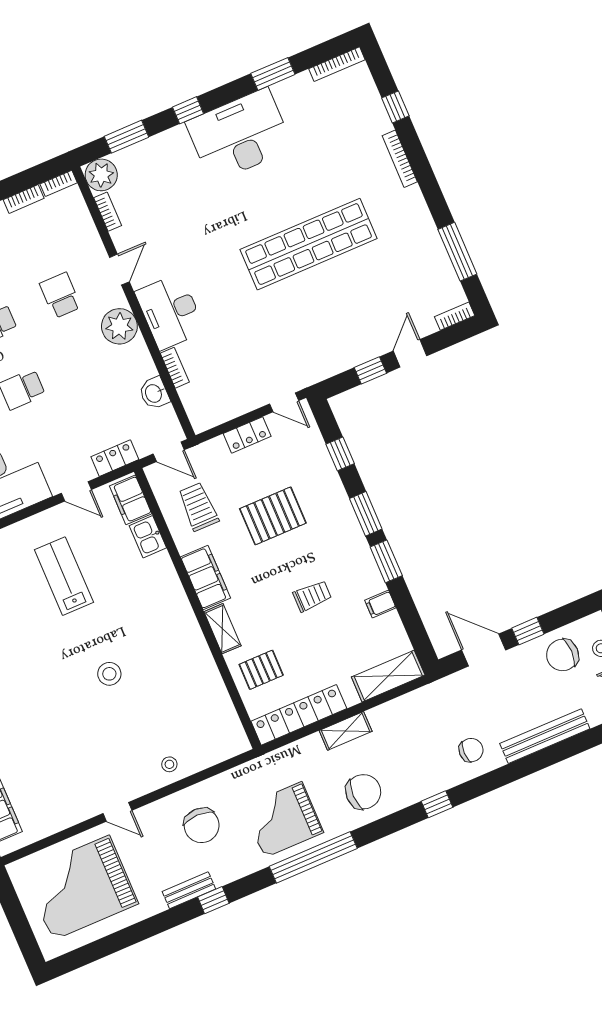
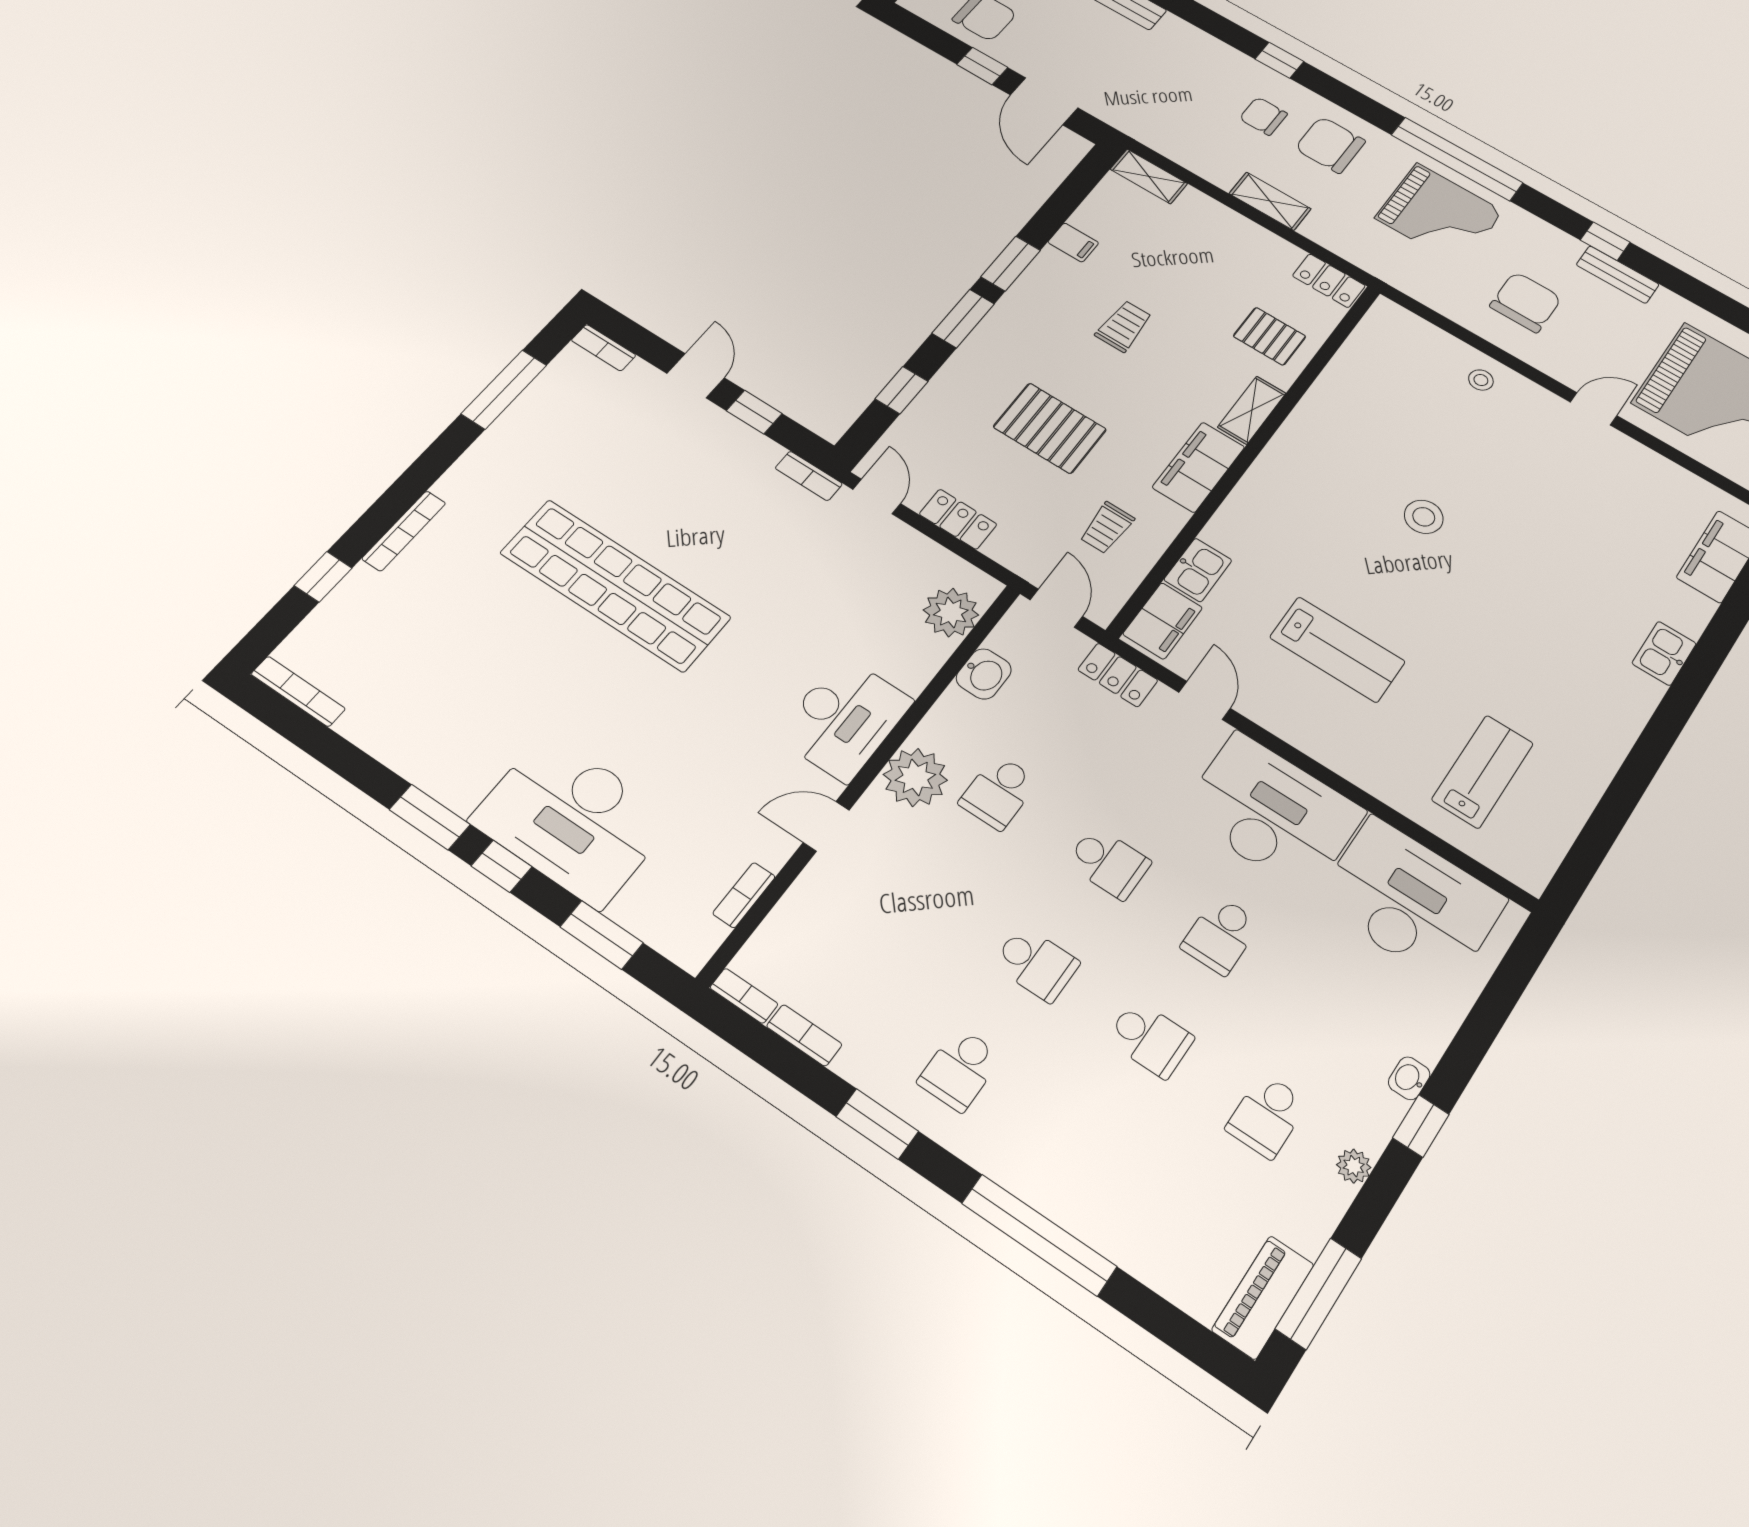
window: (273, 74) -> (430, 817), moved
desk: (240, 135) -> (573, 819), moved
plant: (101, 175) -> (951, 612), moved
school desk: (60, 295) -> (999, 792), moved
door: (410, 353) -> (696, 376), swing flipped
bookcase: (175, 368) -> (809, 476), moved, turned -90
trolley: (198, 507) -> (1107, 528), width x0.73, depth x0.72
lab bench: (64, 576) -> (1337, 649), turned -90
trolley: (312, 596) -> (1124, 326), turned 90
shelving: (388, 676) -> (1149, 176), width x0.67, depth x0.75
locker: (299, 715) -> (1329, 281), width x0.46, depth x0.83
chair: (471, 750) -> (1263, 116), moved
door: (117, 812) -> (1594, 409), hinge flipped

